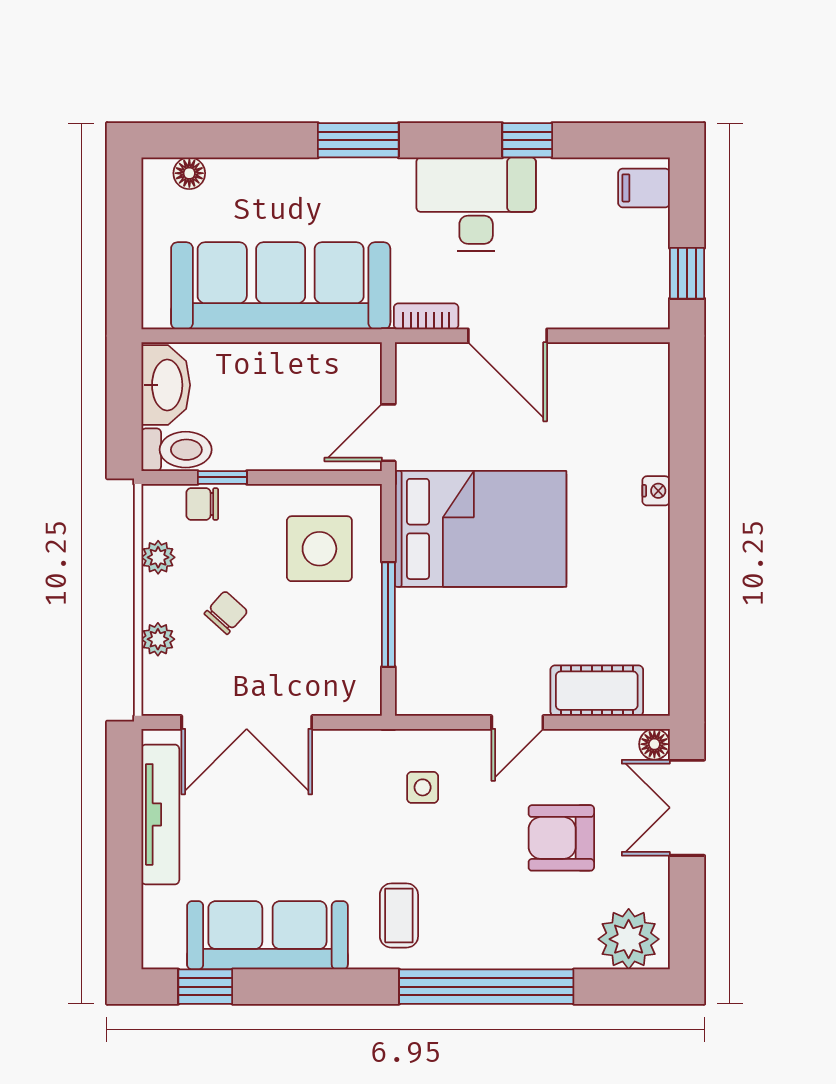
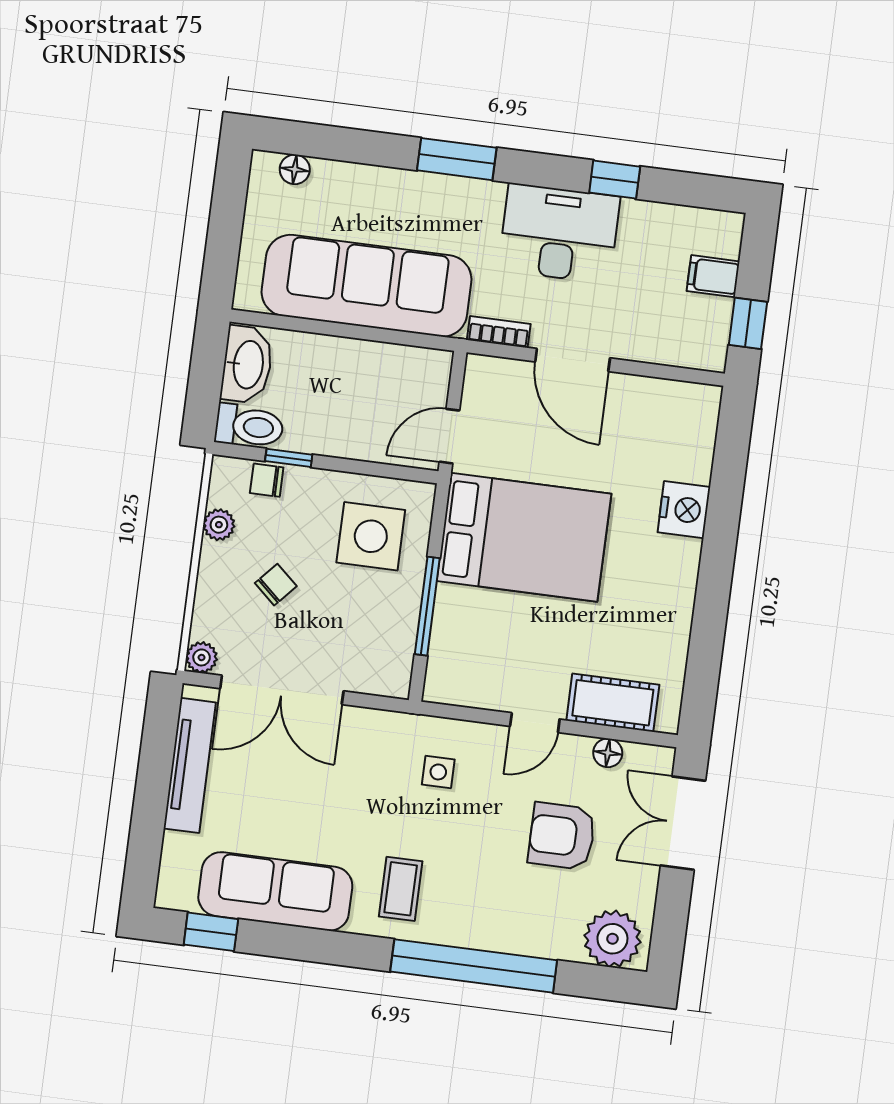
filing cabinet: (644, 188) -> (713, 276), moved
nightstand: (656, 491) -> (684, 510), width x1.89, depth x1.79
plant: (158, 639) -> (202, 657), moved
floor lamp: (654, 744) -> (608, 753), moved

